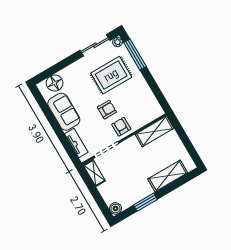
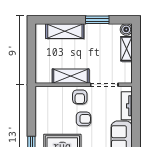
armchair: (107, 110) -> (83, 119), turned 180
shelving: (154, 131) -> (71, 76), moved
shelving: (94, 173) -> (127, 49), moved

